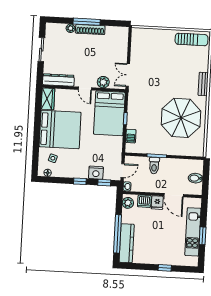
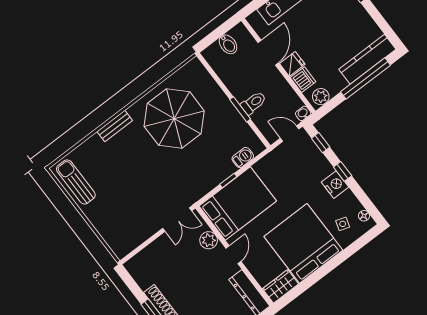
nightstand: (96, 173) -> (335, 185), moved

